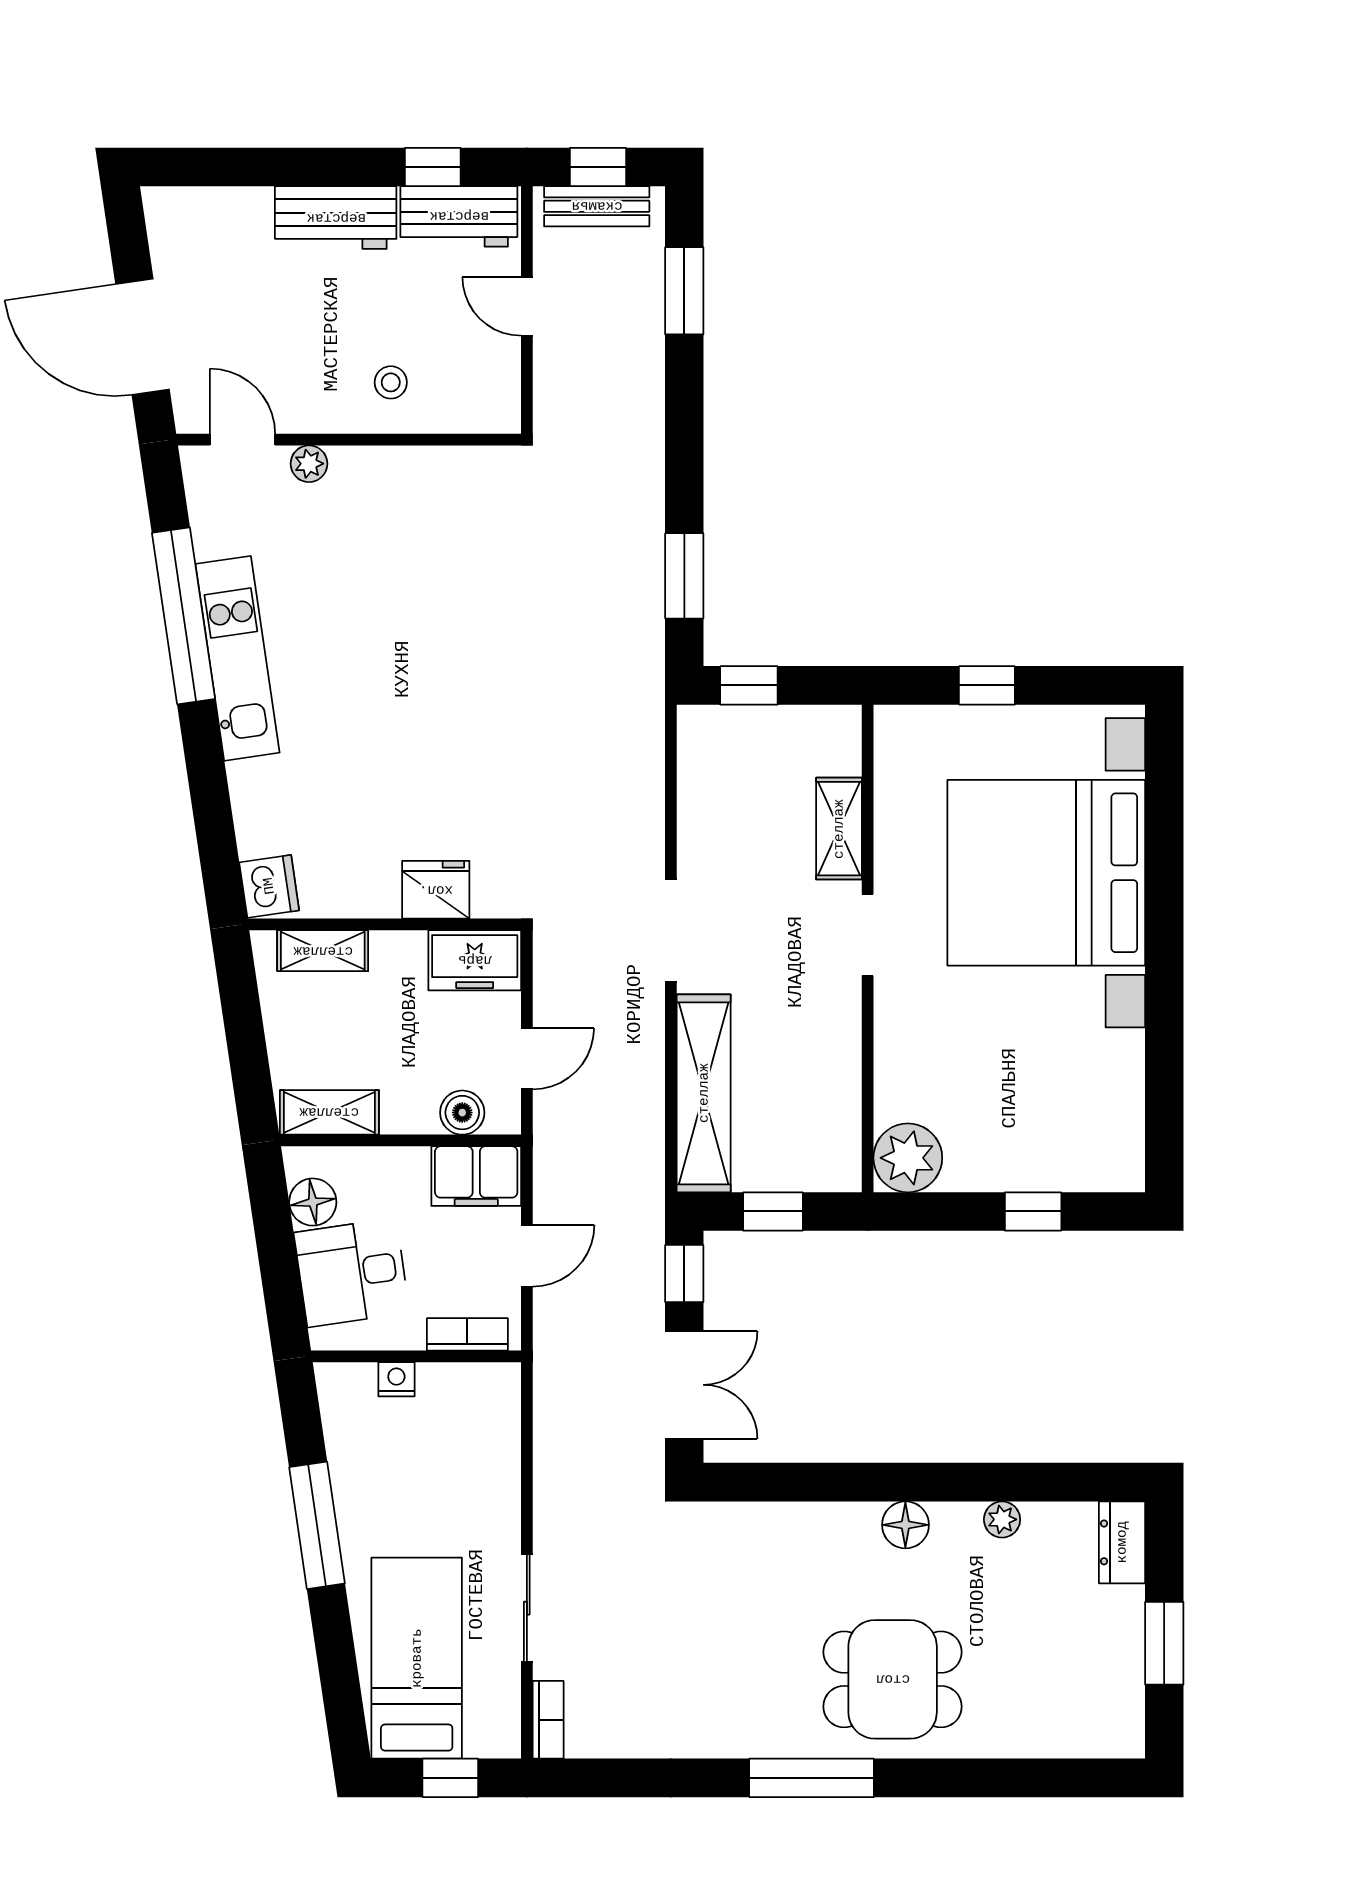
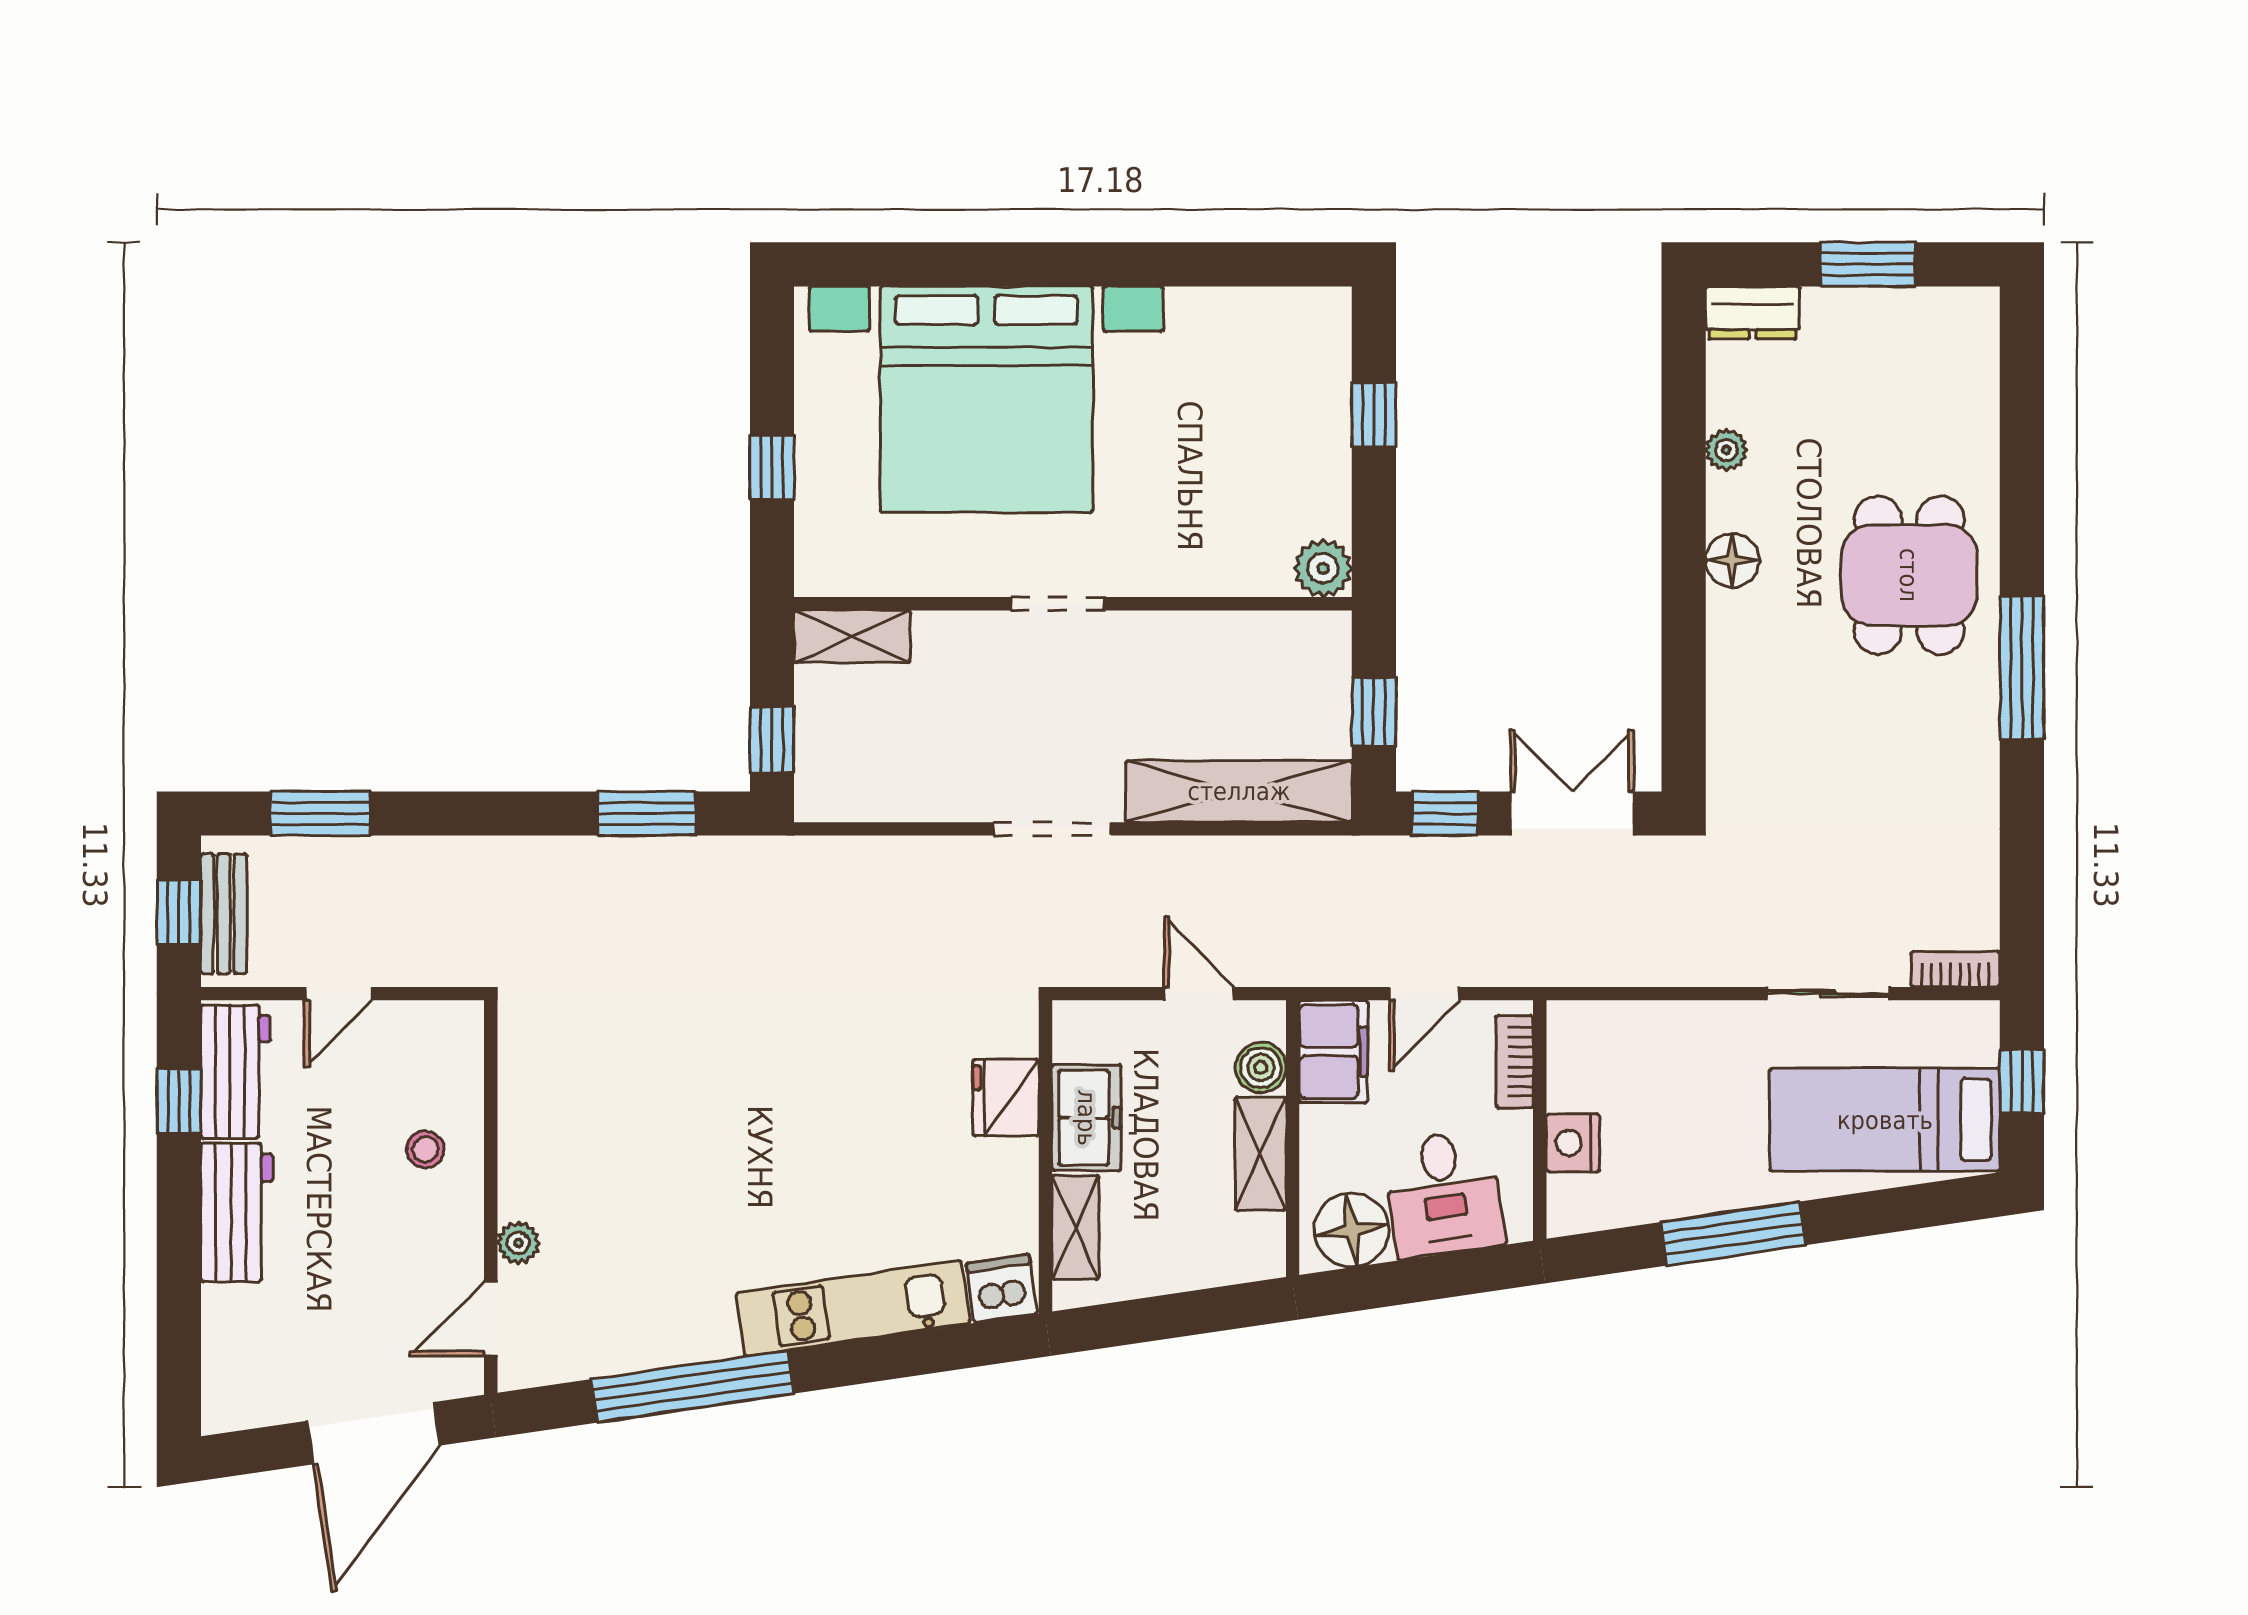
kitchen unit: (238, 658) -> (853, 1308), moved
shelving: (839, 829) -> (852, 636), moved
freezer: (475, 960) -> (1087, 1118), moved
shelving: (329, 1112) -> (1261, 1154), moved
plant: (908, 1158) -> (1323, 568), width x0.73, depth x0.73
floor lamp: (313, 1202) -> (1352, 1230), width x1.38, depth x1.38
door: (527, 1256) -> (1425, 994), swing flipped
nightstand: (396, 1379) -> (1573, 1143), width x1.39, depth x1.35

